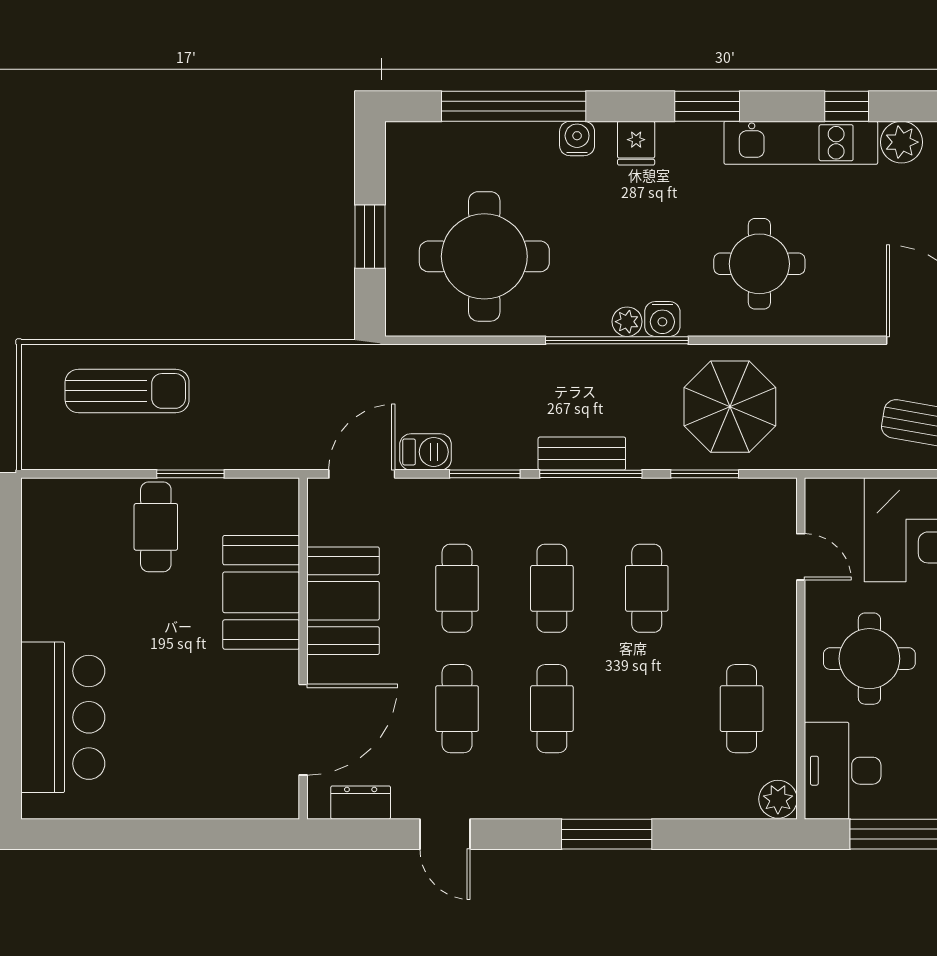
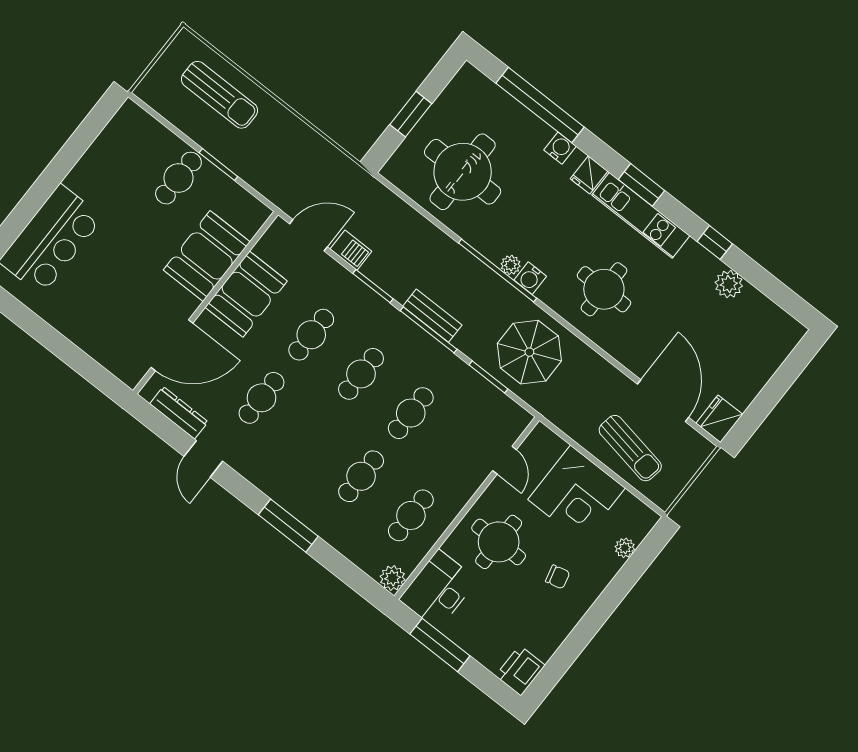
kitchen unit: (801, 143) -> (641, 215), moved
cafe table: (552, 709) -> (361, 476), moved
dresser: (361, 803) -> (179, 413), width x1.44

